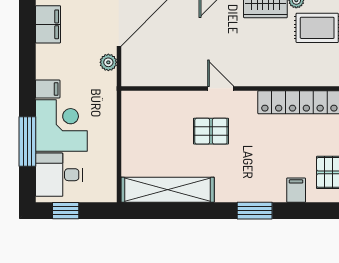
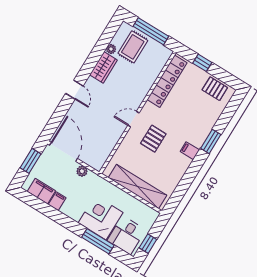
filing cabinet: (48, 89) -> (57, 201), moved
shelving: (168, 190) -> (138, 186), moved, turned 90
filing cabinet: (296, 190) -> (190, 151), moved

